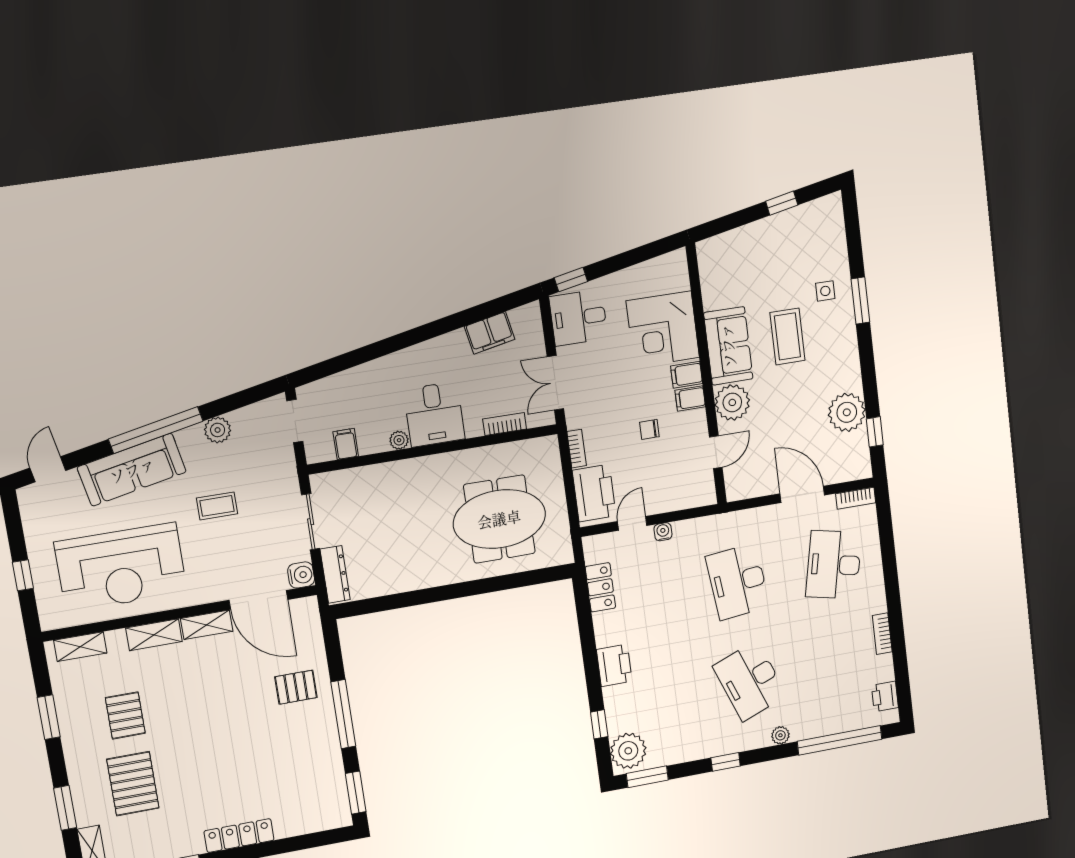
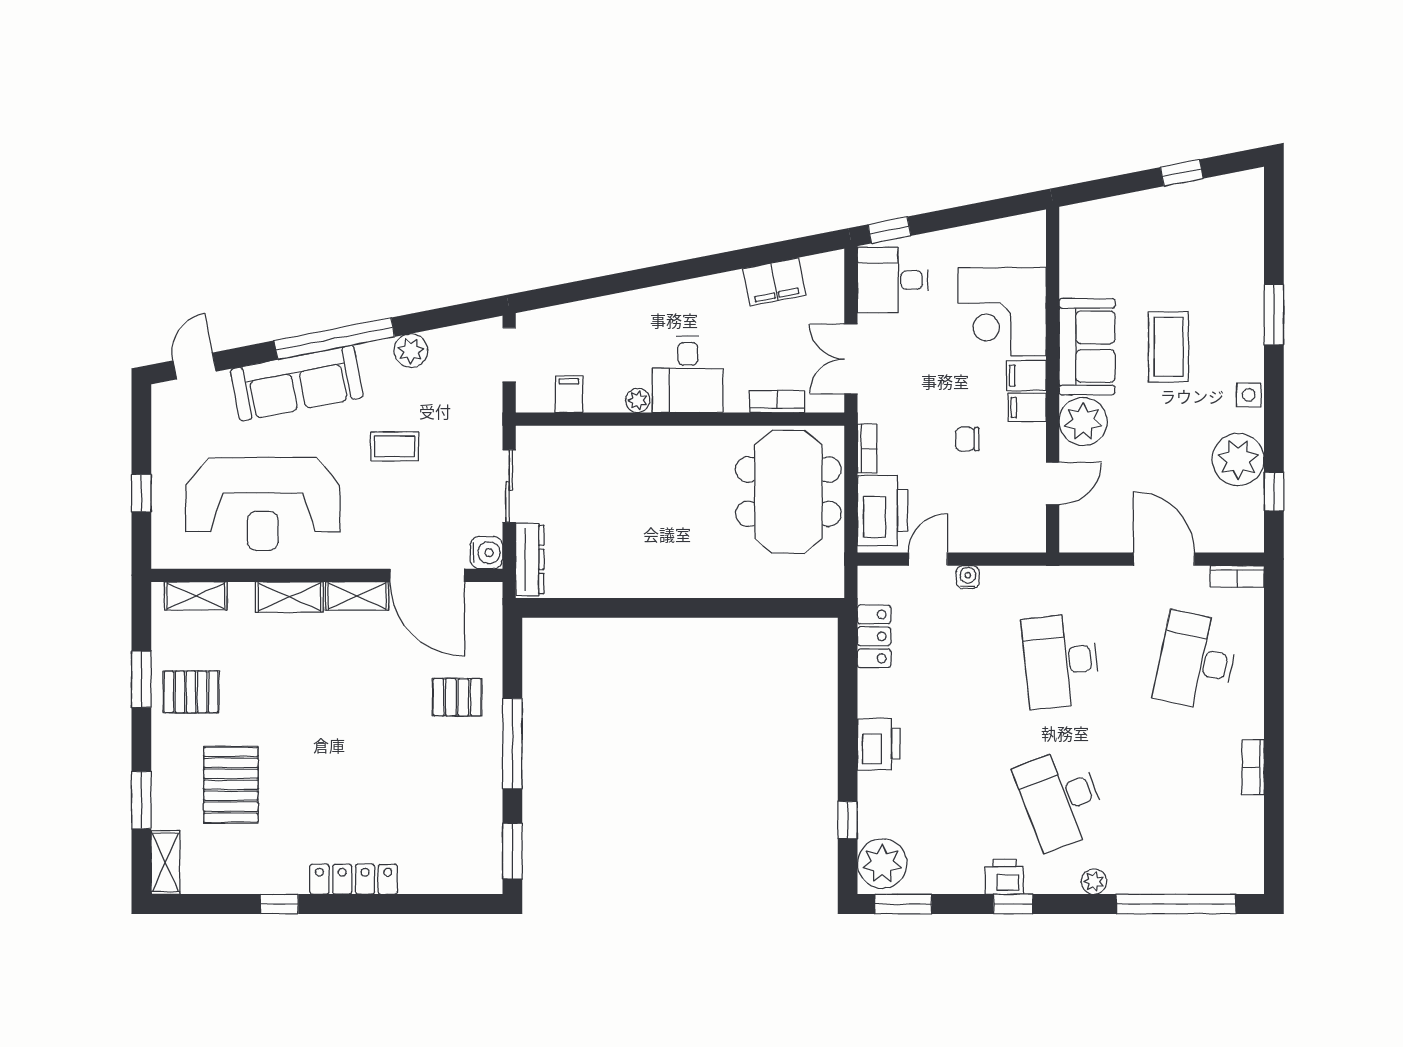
side table: (825, 291) -> (1249, 395), moved
meeting table: (499, 519) -> (788, 492), moved, turned 90
printer: (885, 696) -> (1004, 877), moved, turned 90
pallet: (125, 715) -> (191, 692), moved, turned 90

